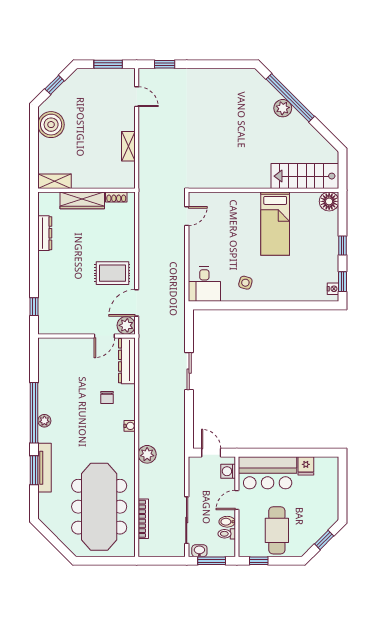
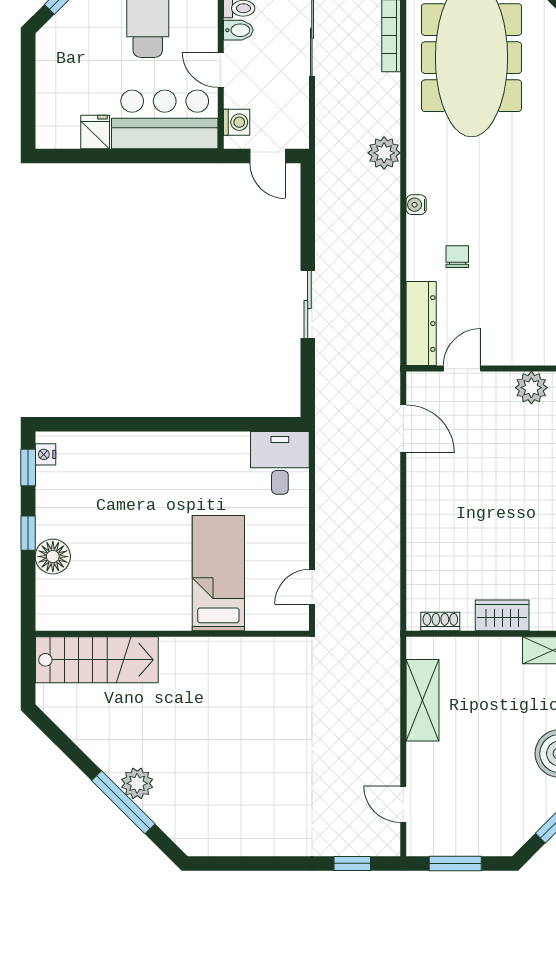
window: (290, 98) -> (123, 802), width x0.68
shelving: (128, 146) -> (422, 700), width x1.50, depth x1.33
wardrobe: (82, 200) -> (502, 615), width x0.67
floor lamp: (329, 201) -> (53, 557), moved
bed: (275, 224) -> (218, 573), moved
rug: (112, 273) -> (447, 483), removed
side table: (245, 283) -> (205, 466), removed
door: (137, 303) -> (403, 429), hinge flipped
plant: (126, 325) -> (531, 388), moved
door: (237, 500) -> (221, 70), swing flipped

